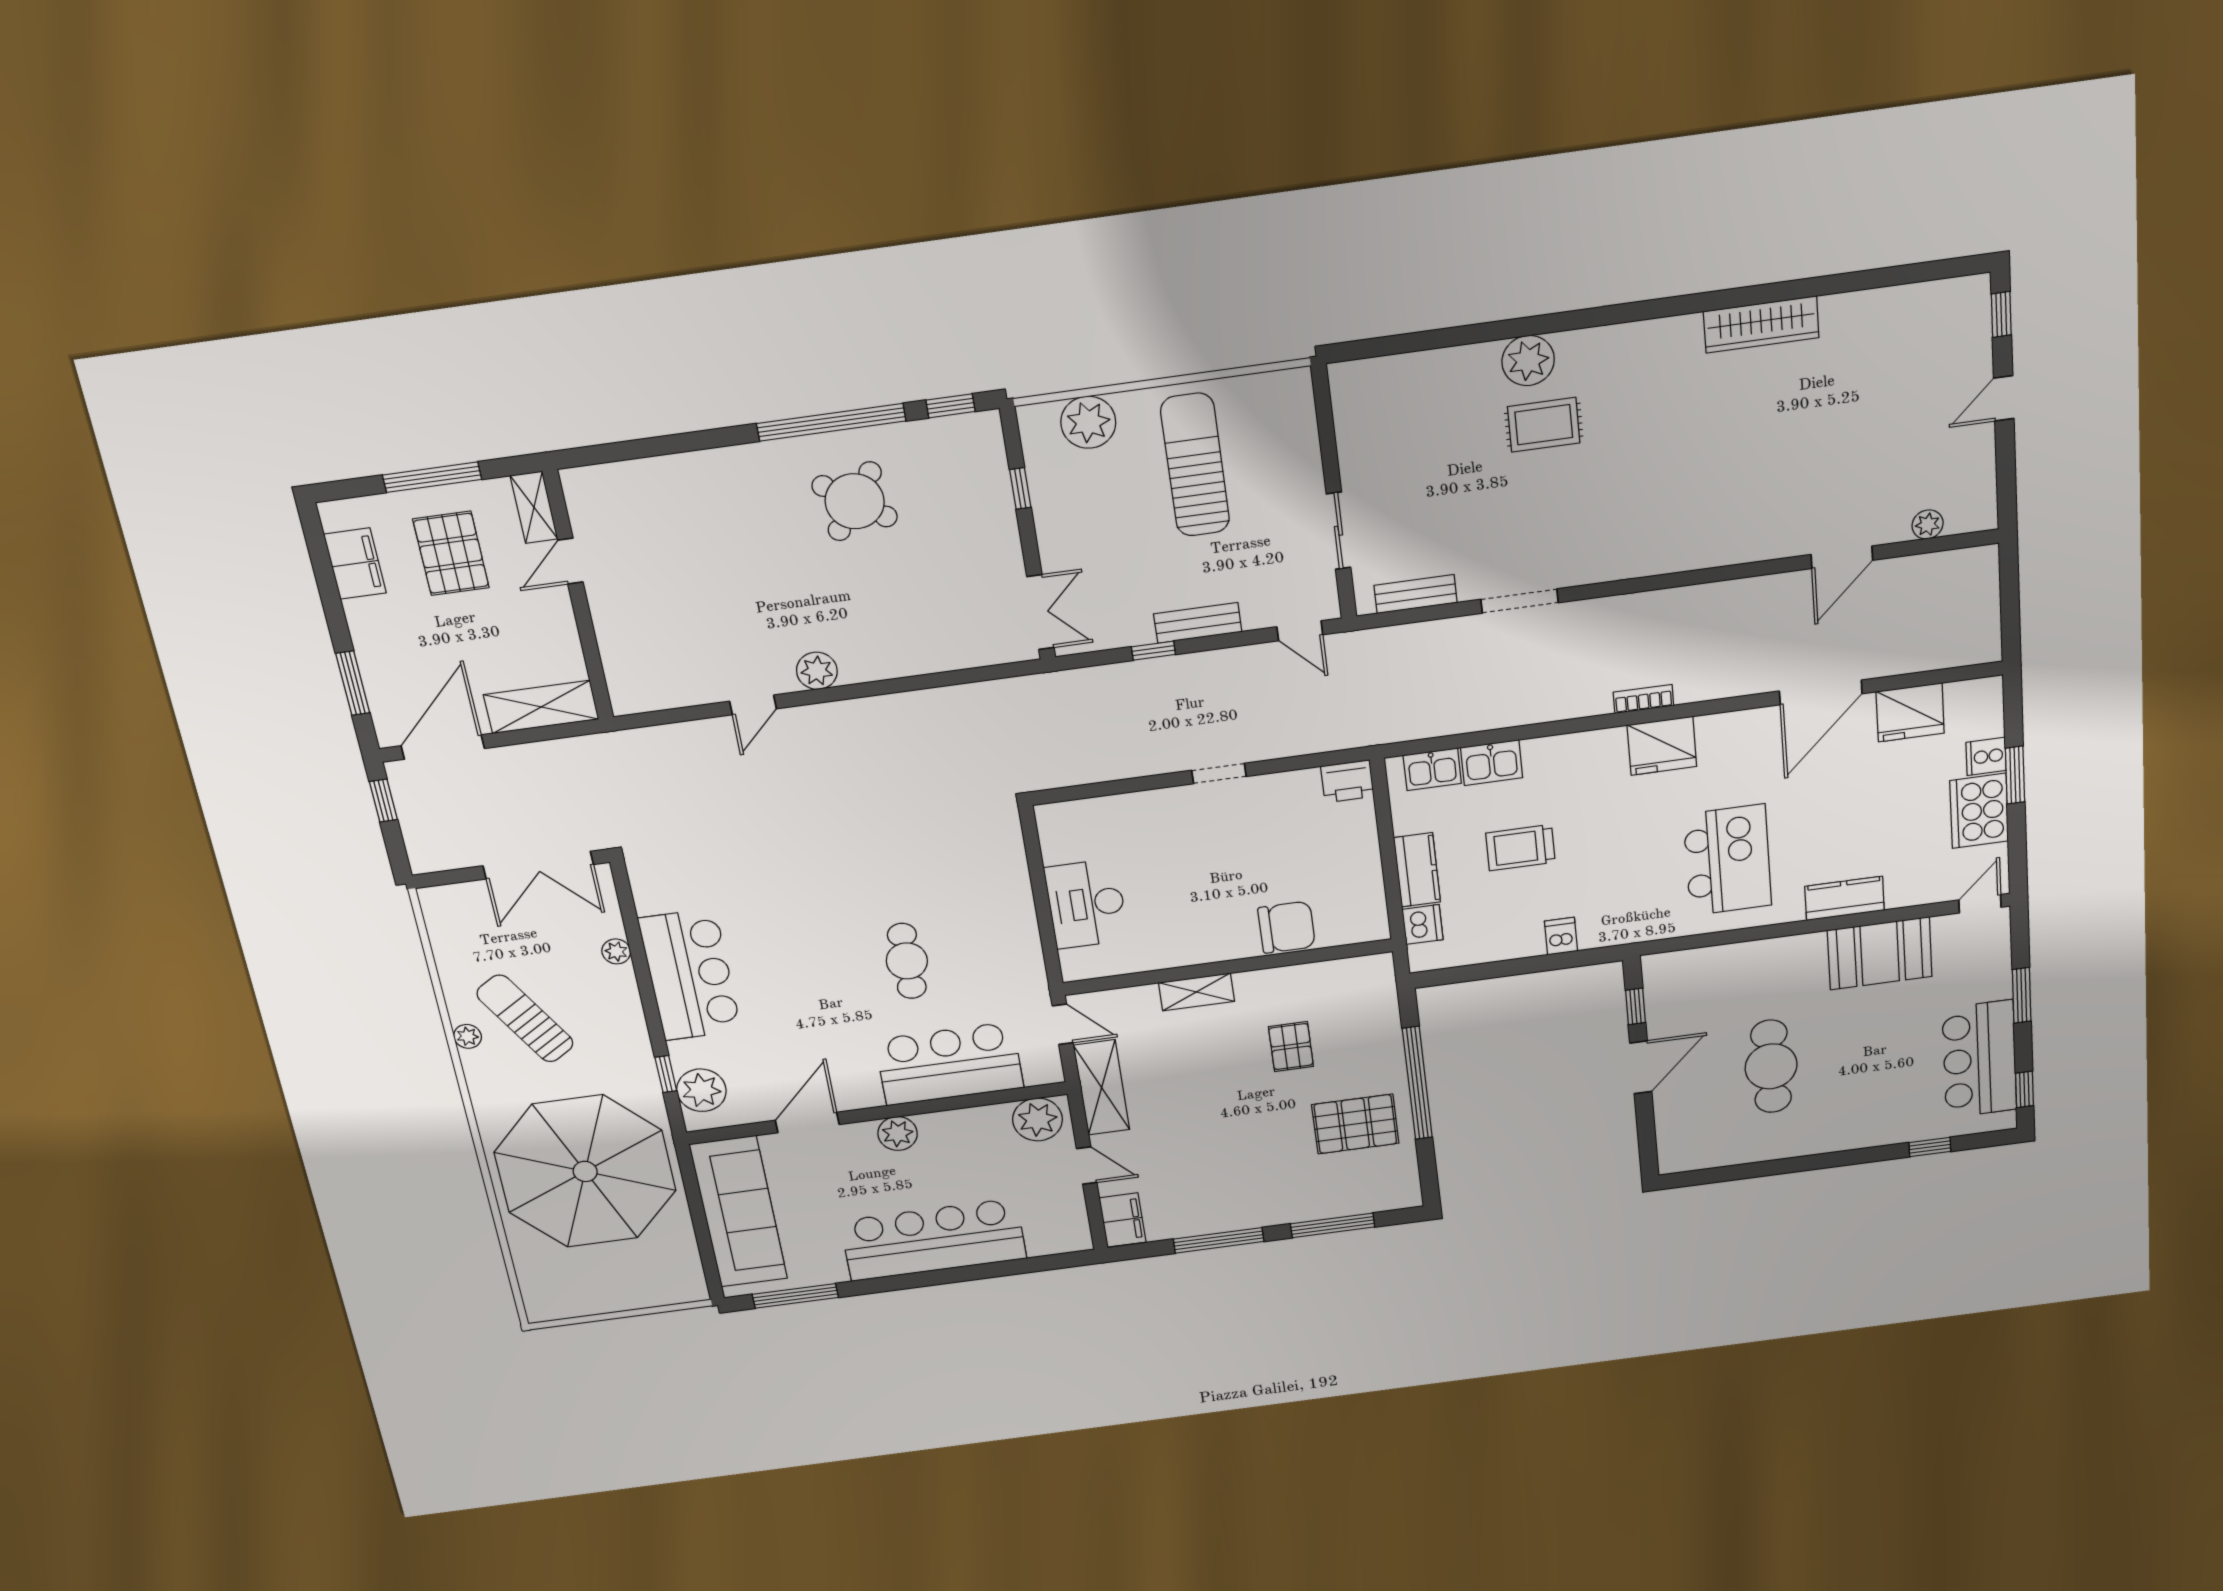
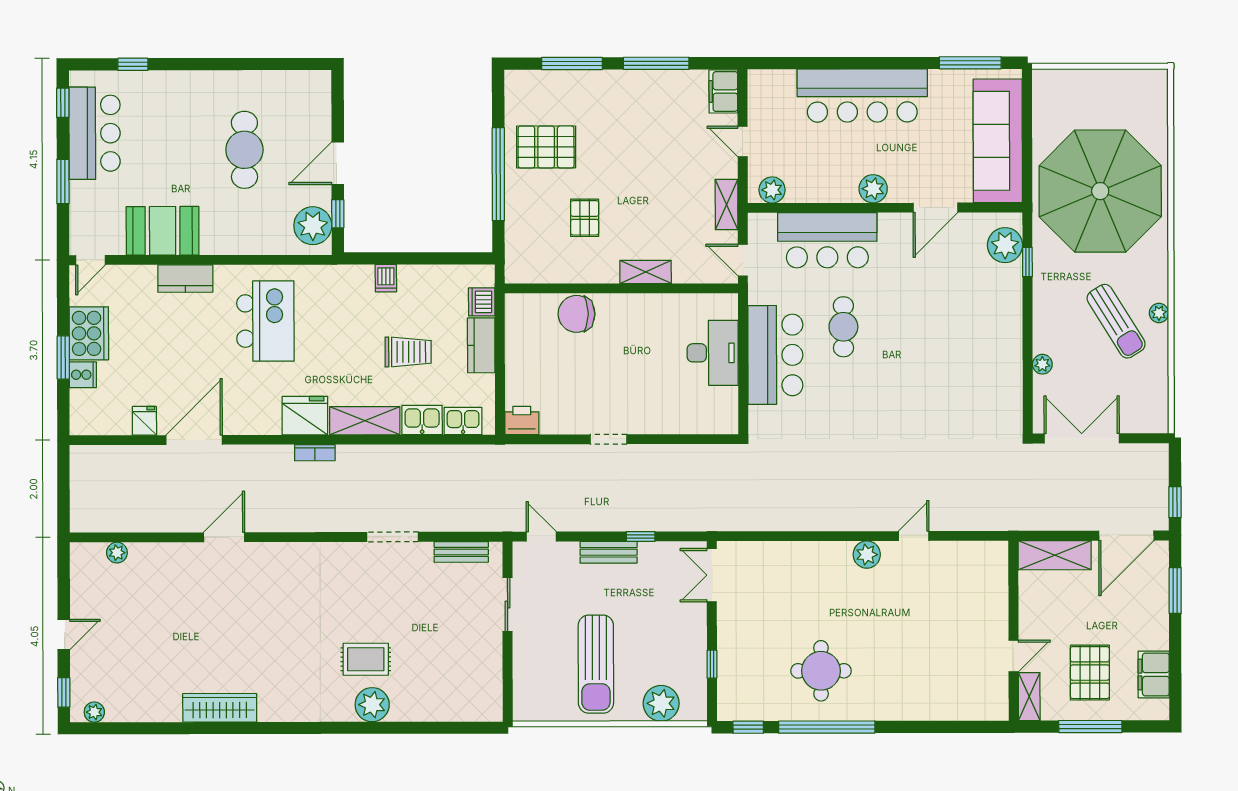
plant: (1954, 292) -> (94, 712), added
round table: (855, 501) -> (821, 671), turned -36
door: (1842, 557) -> (224, 537), moved
fridge: (1910, 712) -> (144, 421), width x0.53, depth x0.75
shelving: (1575, 751) -> (365, 421), added
kitchen island: (1727, 860) -> (265, 321), turned 180
bar counter: (690, 975) -> (775, 355), moved, turned 180
plant: (1669, 987) -> (313, 226), added
shelving: (1102, 1088) -> (727, 205), width x0.67, depth x0.75
plant: (1038, 1119) -> (772, 190), width x0.73, depth x0.73

